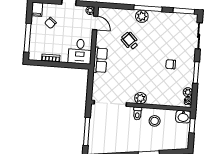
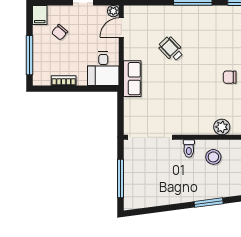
plant: (142, 16) -> (185, 14), removed
door: (95, 23) -> (121, 28), swing flipped
plant: (141, 98) -> (222, 127), moved

